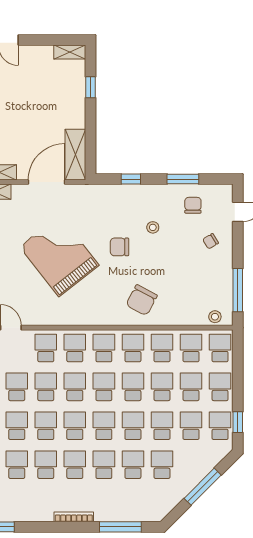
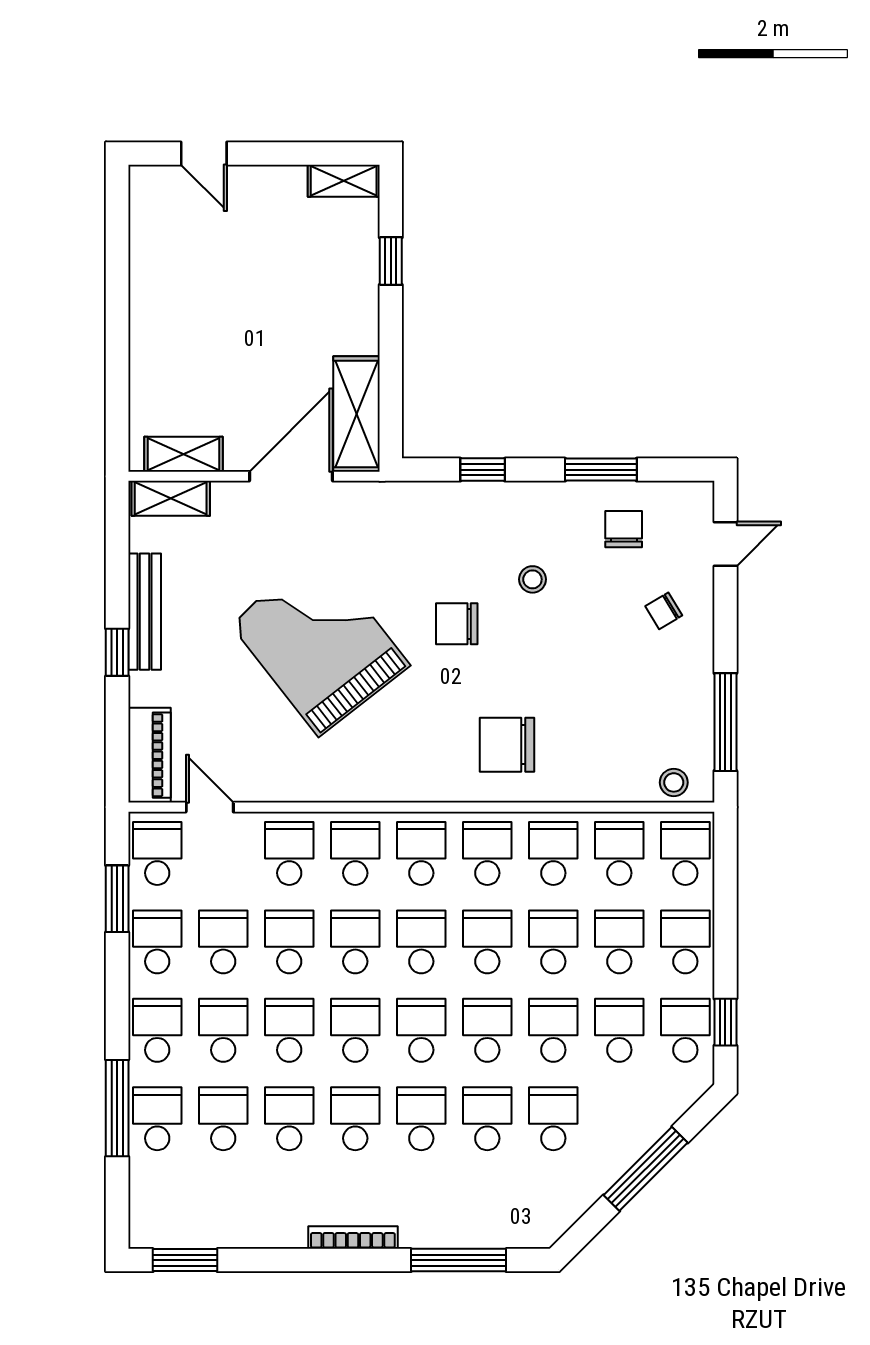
chair: (142, 300) -> (507, 745), turned 62

